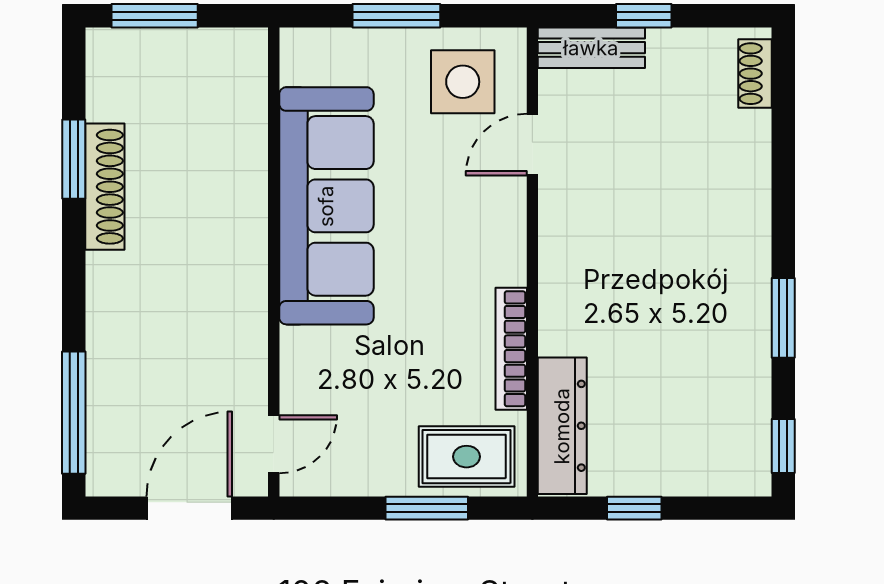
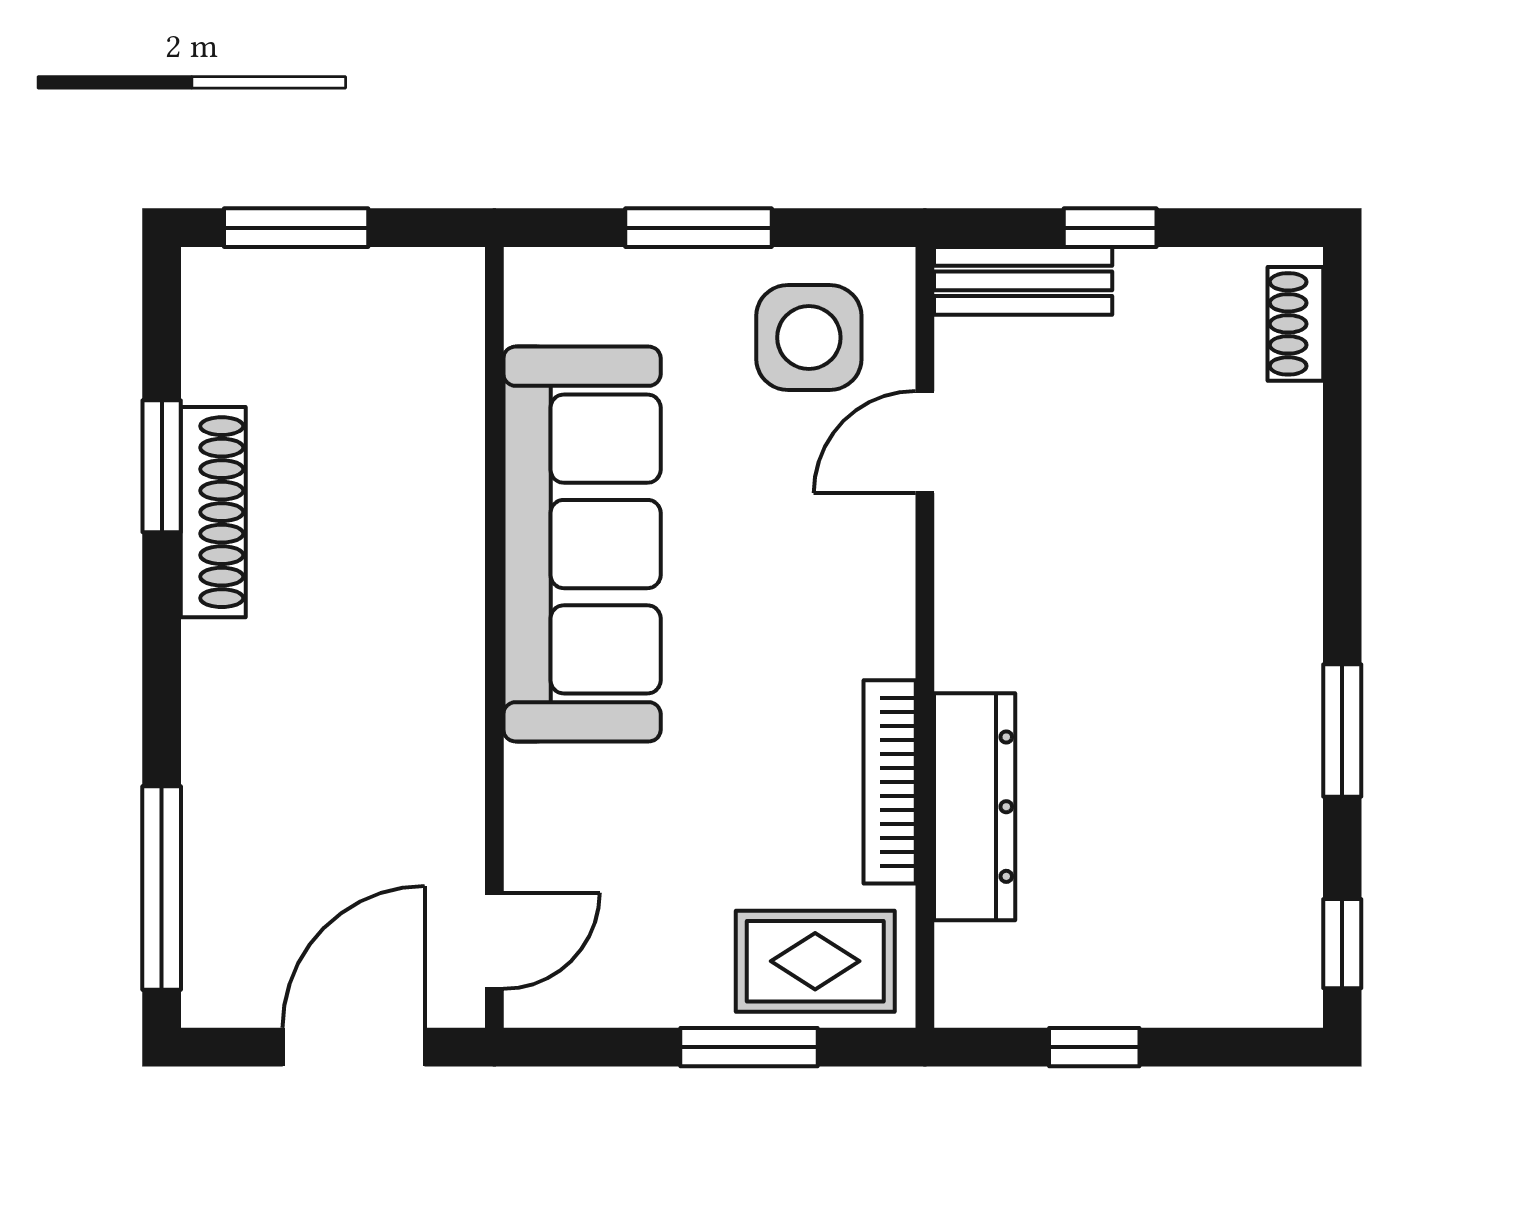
dresser: (562, 426) -> (975, 807), moved

